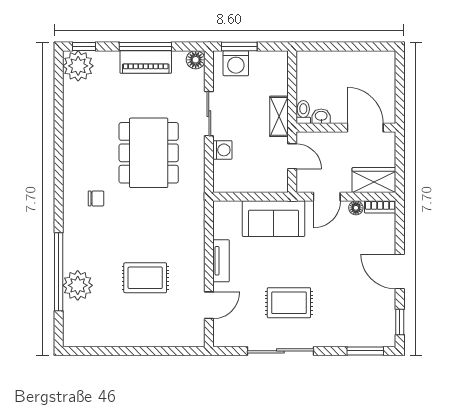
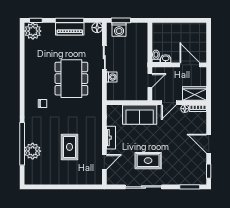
shelving: (279, 116) -> (143, 59), removed
door: (292, 156) -> (150, 81), hinge flipped
rug: (145, 278) -> (69, 147), turned 90

